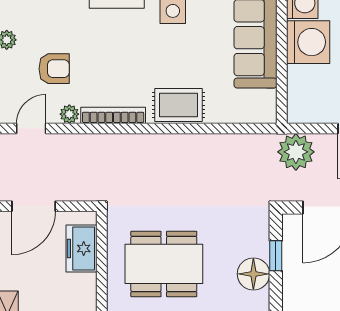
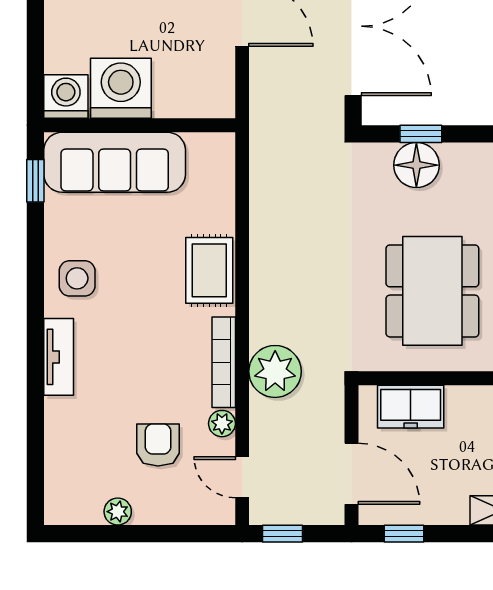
plant: (296, 152) -> (275, 371), moved
floor lamp: (253, 274) -> (416, 165), moved

